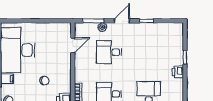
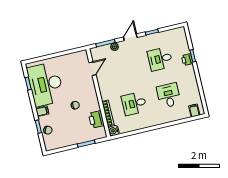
desk: (109, 52) -> (160, 59), moved
printer: (178, 72) -> (187, 60), moved

